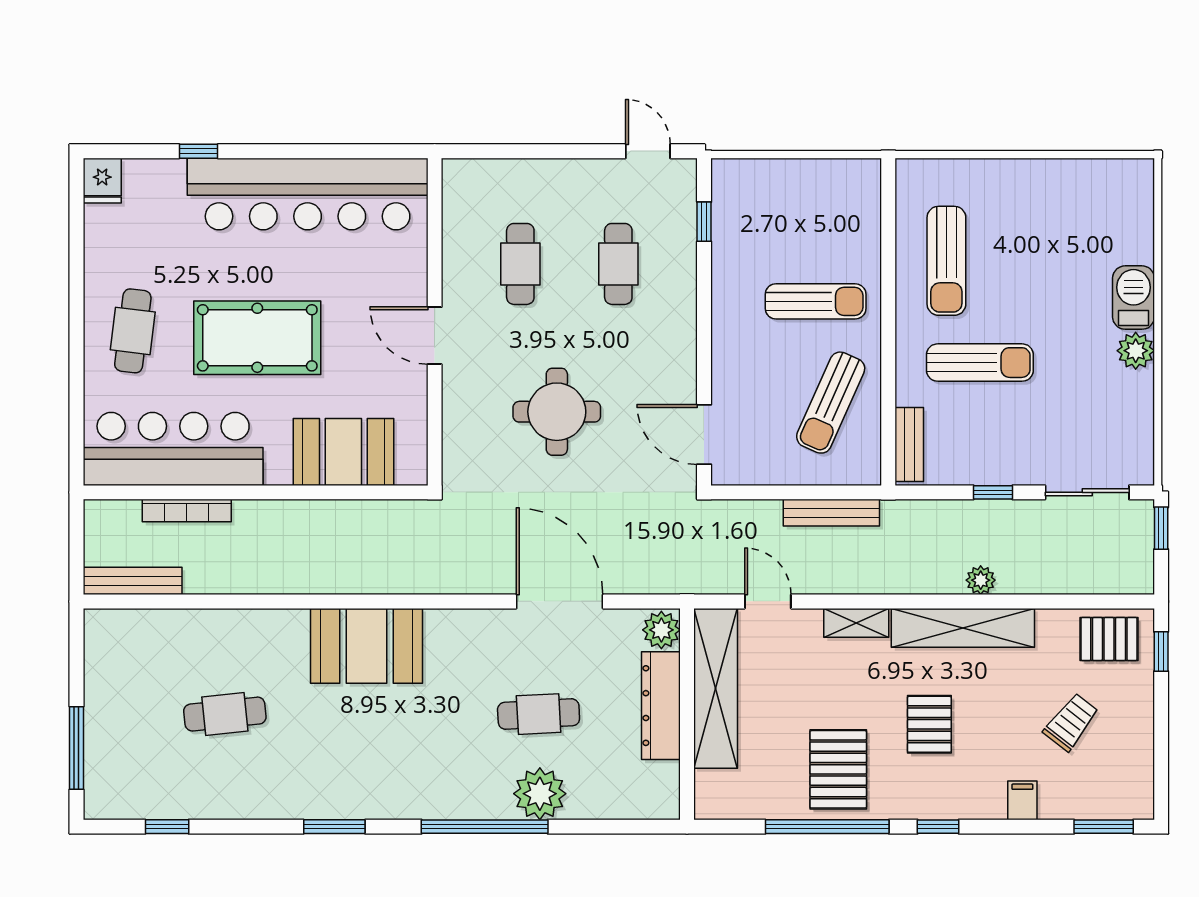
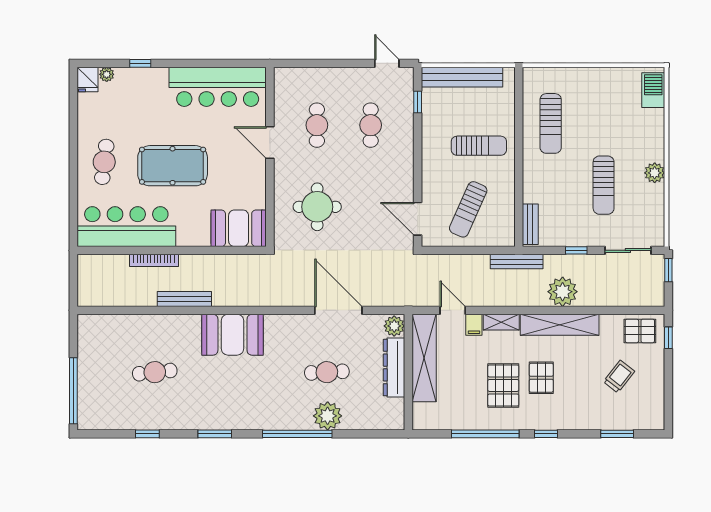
plant: (137, 171) -> (107, 74), added
bench: (785, 176) -> (462, 77), added
bar counter: (308, 194) -> (218, 87), width x0.73
barbecue: (1134, 298) -> (653, 90), moved
door: (435, 336) -> (270, 143), moved
sun lounger: (980, 363) -> (604, 185), moved, turned 90
sun lounger: (831, 403) -> (468, 209), moved
round table: (557, 412) -> (317, 207), moved
booth: (343, 452) -> (239, 228), moved
bookcase: (187, 510) -> (154, 260), moved
bench: (831, 513) -> (517, 262), moved
plant: (981, 580) -> (563, 292), width x1.88, depth x1.88
bench: (133, 581) -> (184, 299), moved
window: (76, 748) -> (73, 391), width x1.46
pallet: (838, 769) -> (503, 385), moved
filing cabinet: (1022, 800) -> (474, 325), moved, turned 180
window: (167, 827) -> (147, 434), moved
window: (1104, 827) -> (617, 434), moved

